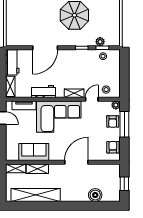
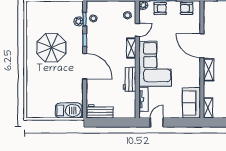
barbecue: (13, 32) -> (69, 110), added
door: (45, 48) -> (85, 66), moved
shelving: (10, 86) -> (124, 113), removed
door: (92, 99) -> (137, 30), swing flipped
sofa: (34, 152) -> (191, 103), moved
shelving: (37, 169) -> (209, 70), moved

